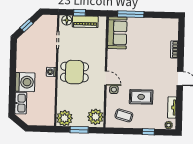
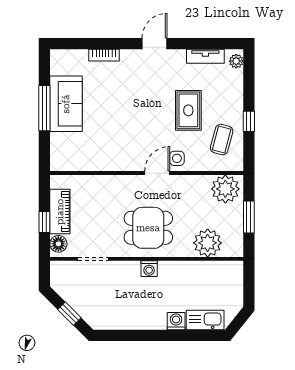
window: (131, 14) -> (44, 108), moved
sofa: (117, 33) -> (66, 104), moved, turned 90
dining table: (75, 72) -> (148, 228), turned 90
washing machine: (25, 82) -> (176, 321), width x0.53, depth x0.53
plant: (65, 118) -> (208, 243), moved
window: (148, 132) -> (249, 121), moved

